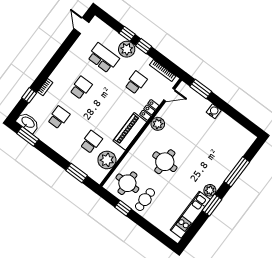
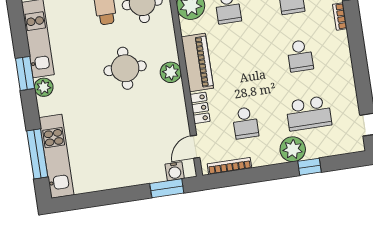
window: (144, 46) -> (277, 171), removed
water cooler: (214, 111) -> (175, 171), moved
plant: (158, 124) -> (171, 72), moved
kitchen unit: (236, 154) -> (56, 156), added
window: (237, 172) -> (37, 154), moved

